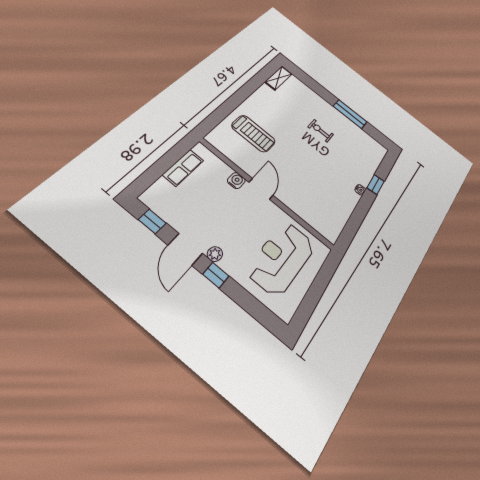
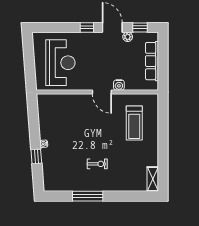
treadmill: (253, 134) -> (134, 123), turned -90
row of seats: (183, 168) -> (152, 61), width x1.48
plant: (215, 254) -> (128, 37), moved

